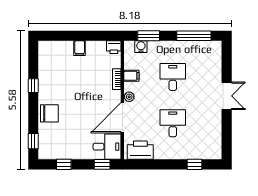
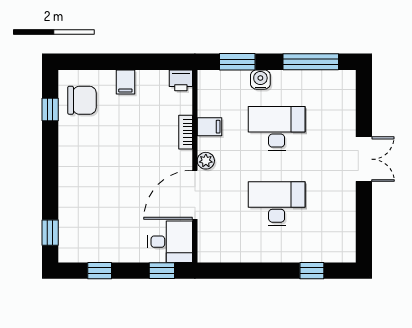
water cooler: (141, 47) -> (260, 80), moved
desk: (173, 77) -> (277, 129), width x1.37
window: (33, 86) -> (50, 110), moved
chair: (49, 113) -> (82, 100), moved
desk: (173, 123) -> (277, 204), width x1.37
printer: (140, 150) -> (224, 247), removed

